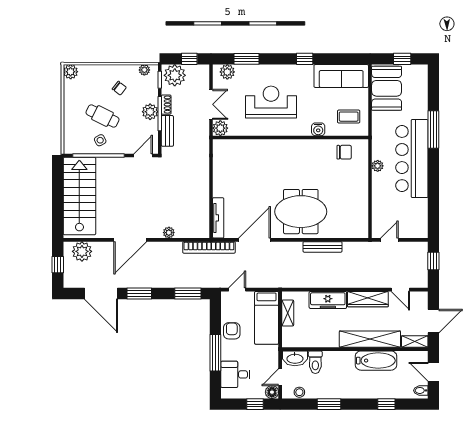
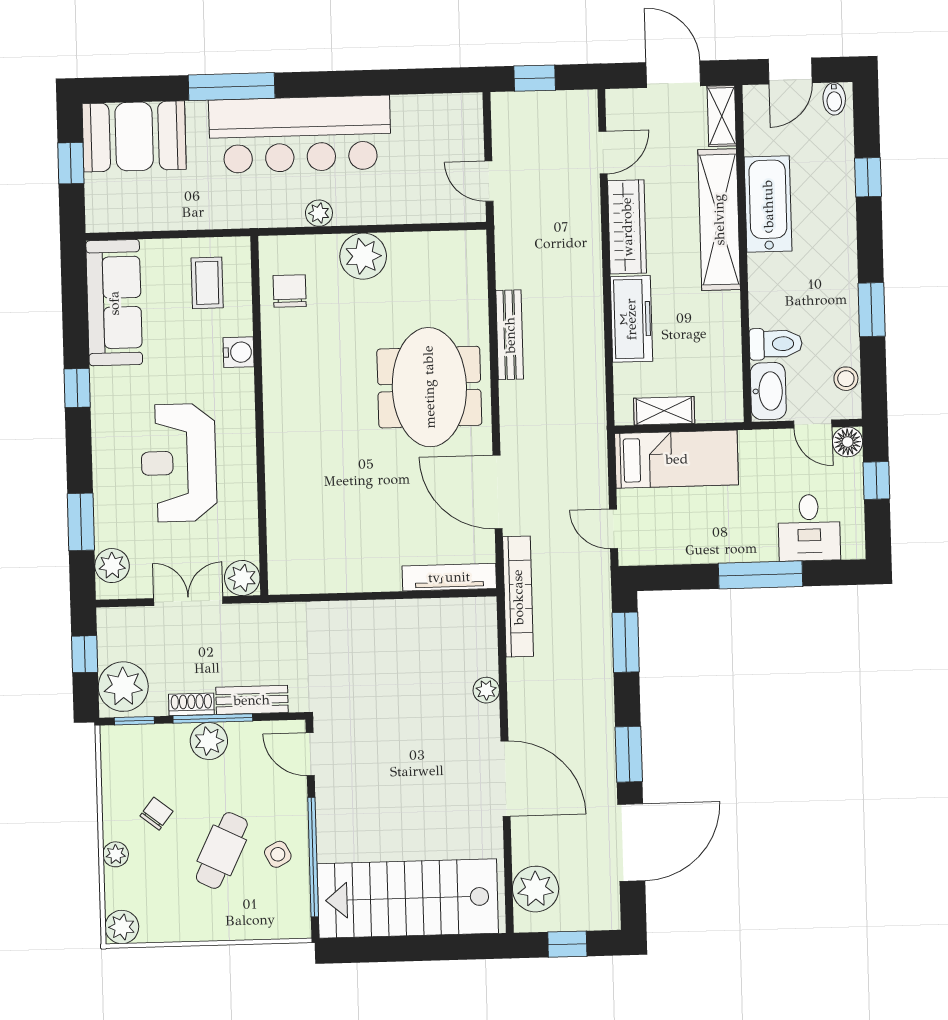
plant: (144, 70) -> (116, 854), moved
booth: (387, 88) -> (134, 136), moved
plant: (358, 184) -> (363, 256), added
armchair: (232, 331) -> (709, 538), removed

